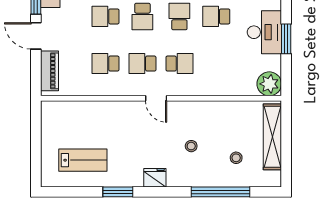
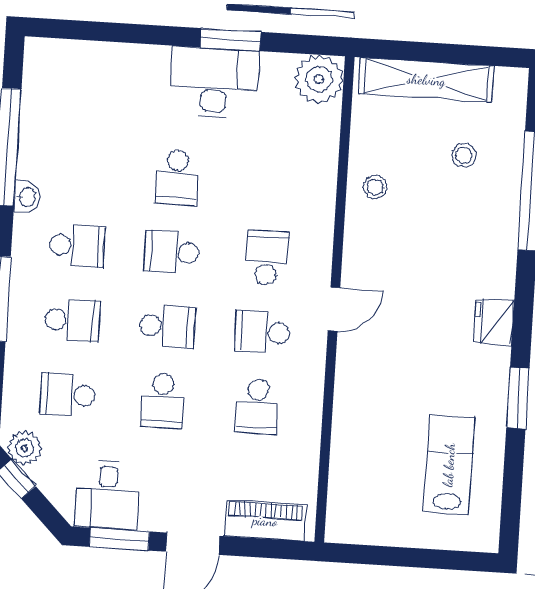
school desk: (142, 64) -> (262, 332), turned 90
stool: (191, 146) -> (375, 187), moved

